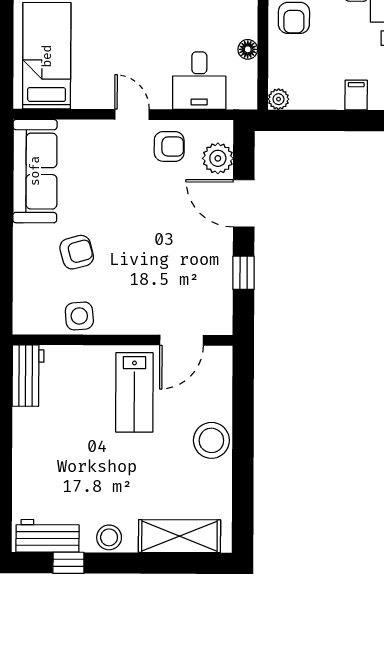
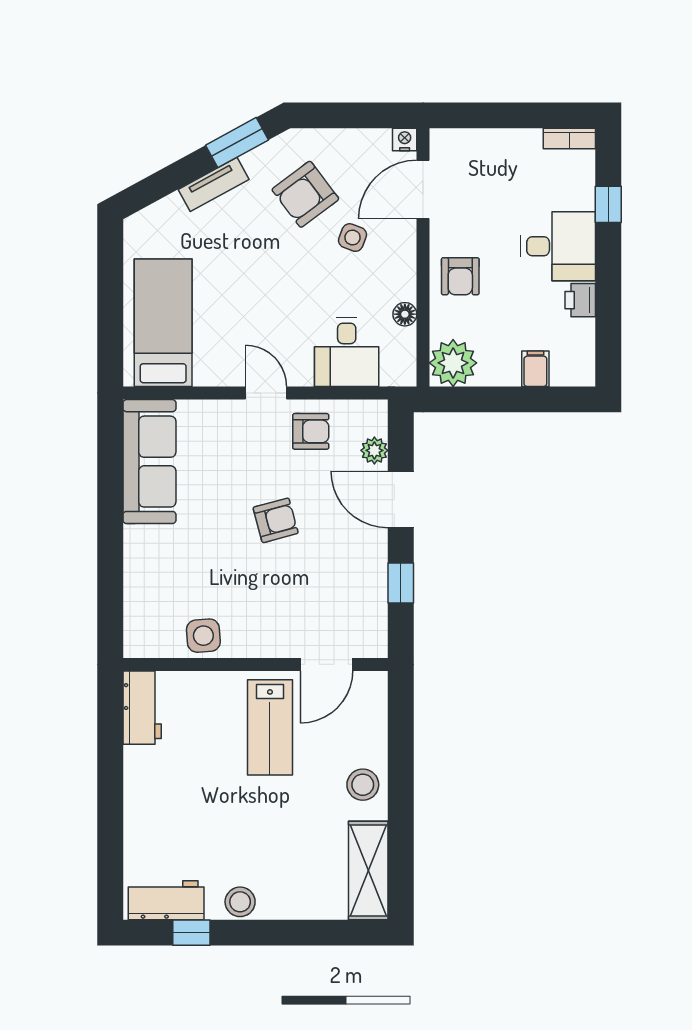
plant: (278, 99) -> (453, 363), width x1.88, depth x1.88
plant: (218, 158) -> (374, 450), width x0.73, depth x0.73
armchair: (77, 252) -> (276, 520), moved
stool: (211, 440) -> (363, 785), width x0.73, depth x0.73
shelving: (179, 536) -> (368, 870), moved, turned 90

